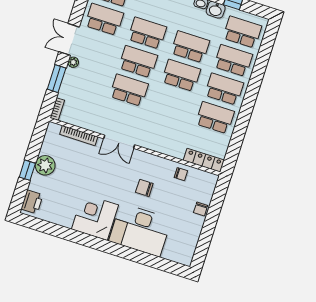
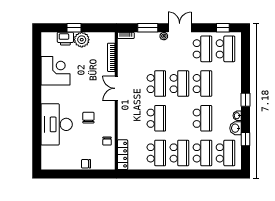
school desk: (181, 75) -> (156, 118), moved
printer: (32, 202) -> (65, 39), moved
corner desk: (95, 217) -> (55, 71), moved

